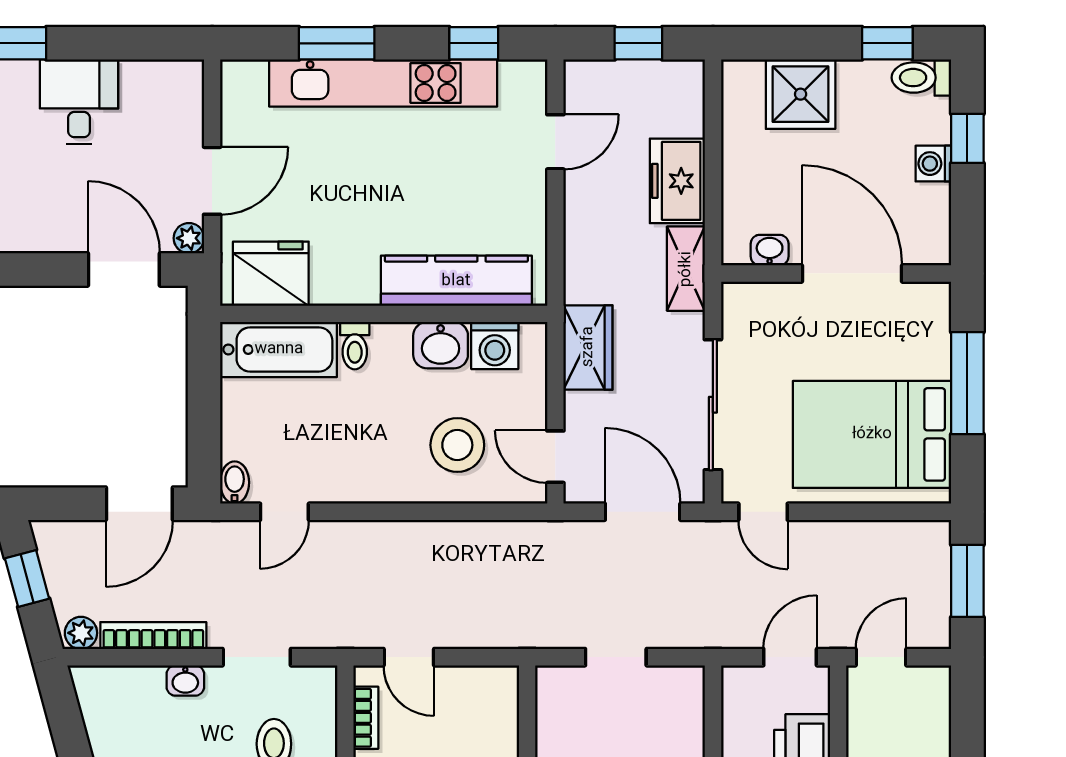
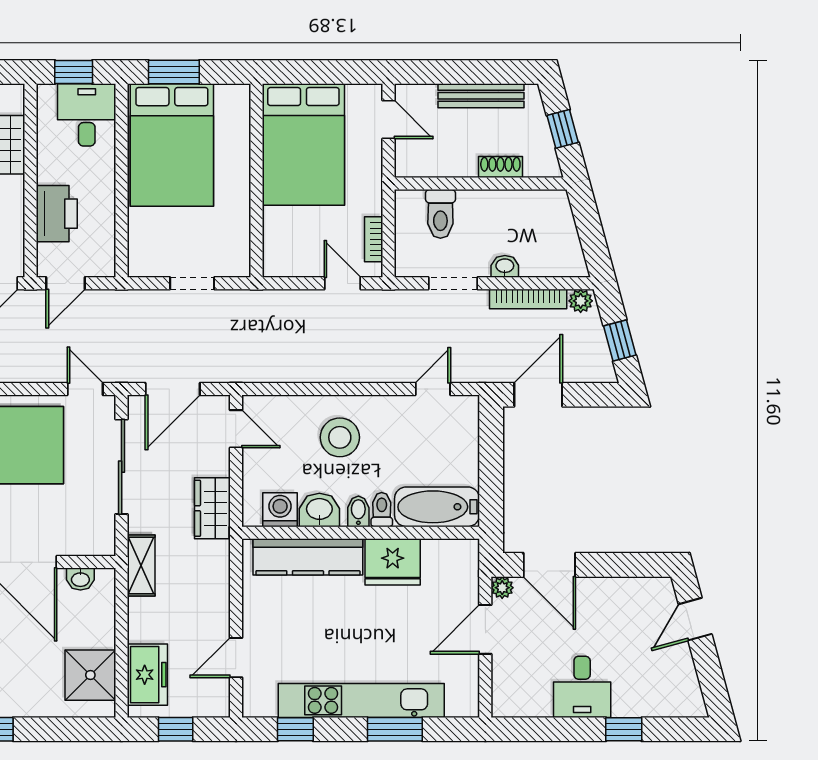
shower: (801, 94) -> (90, 675), moved
freezer: (677, 181) -> (147, 675), moved
fridge: (271, 274) -> (393, 562), moved
stool: (457, 445) -> (340, 437), moved
bidet: (235, 482) -> (358, 511), moved, turned 180
door: (643, 512) -> (173, 389), hinge flipped

